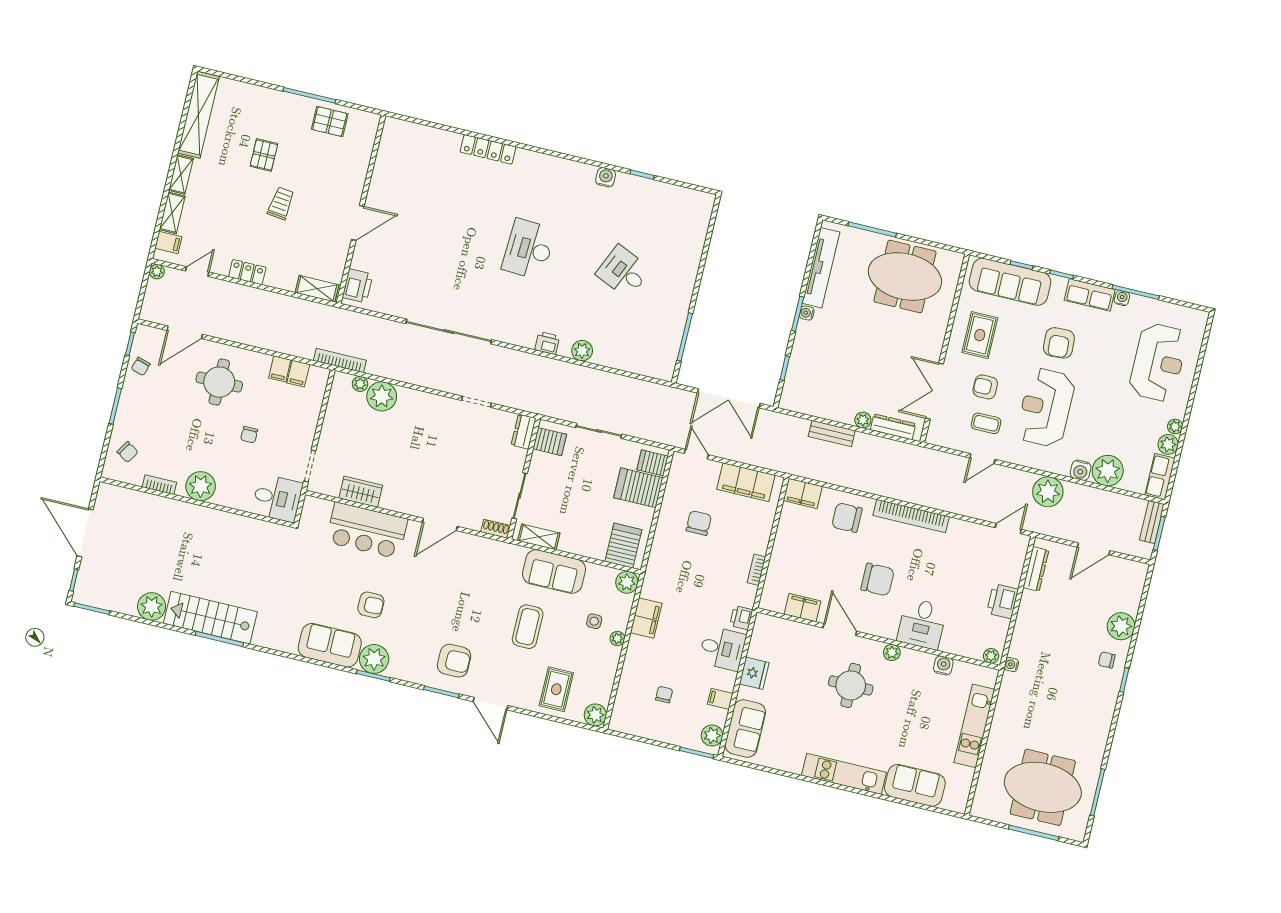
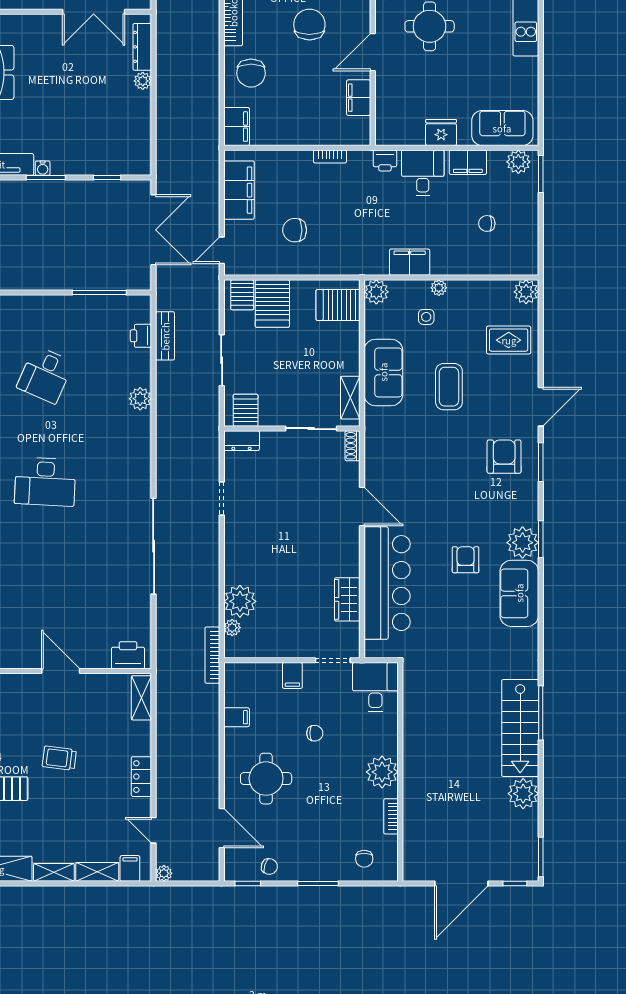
printer: (547, 343) -> (141, 336), moved
filing cabinet: (298, 374) -> (292, 676), moved, turned 90
bench: (832, 433) -> (165, 336), moved
chair: (128, 452) -> (364, 859), turned 148
bar counter: (367, 530) -> (387, 583), width x1.36
coffee table: (528, 627) -> (449, 387), turned 90
filing cabinet: (720, 699) -> (468, 162), width x2.00

